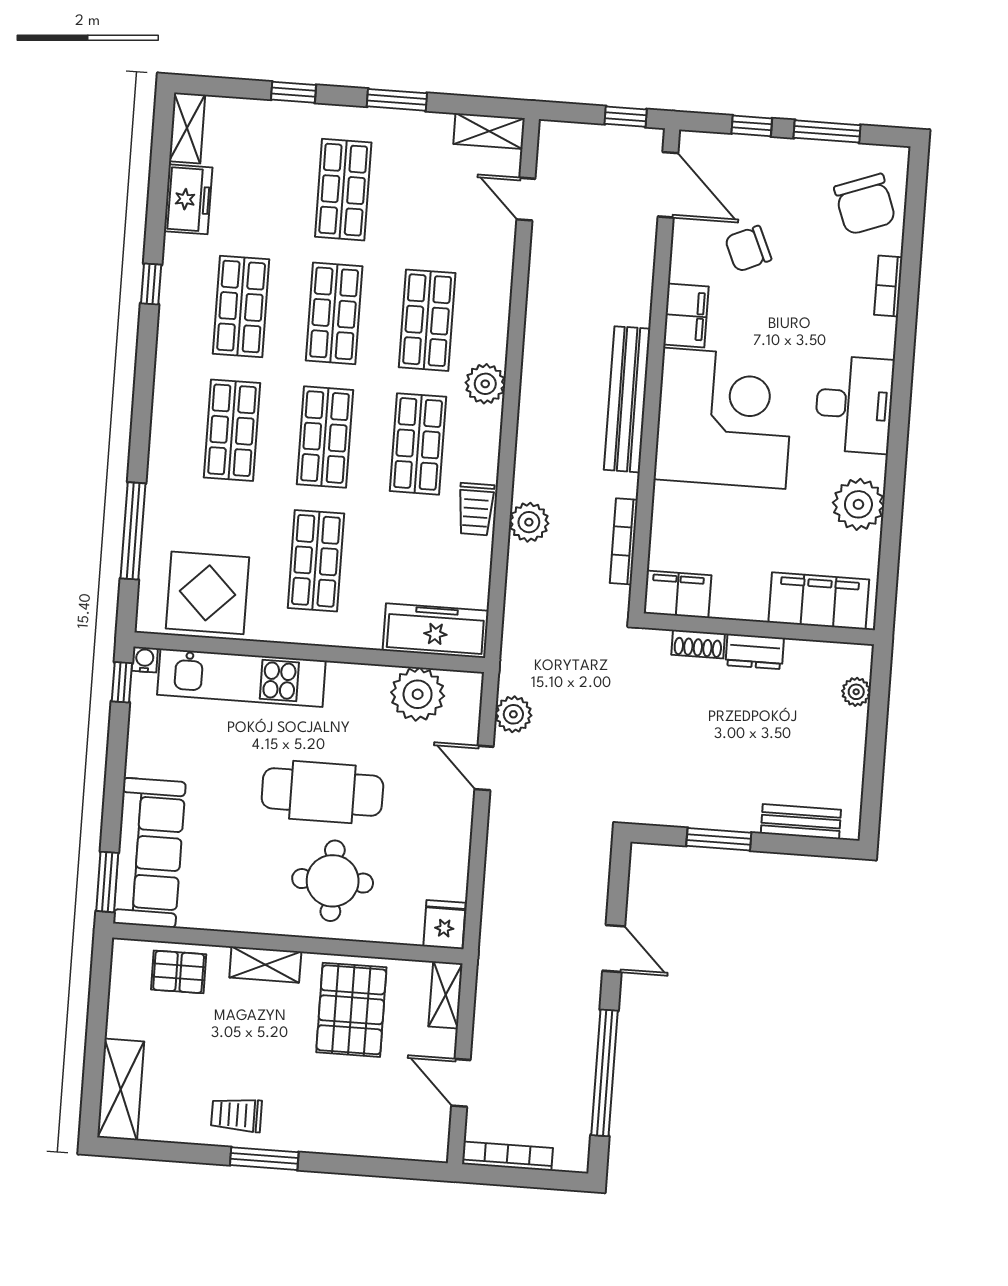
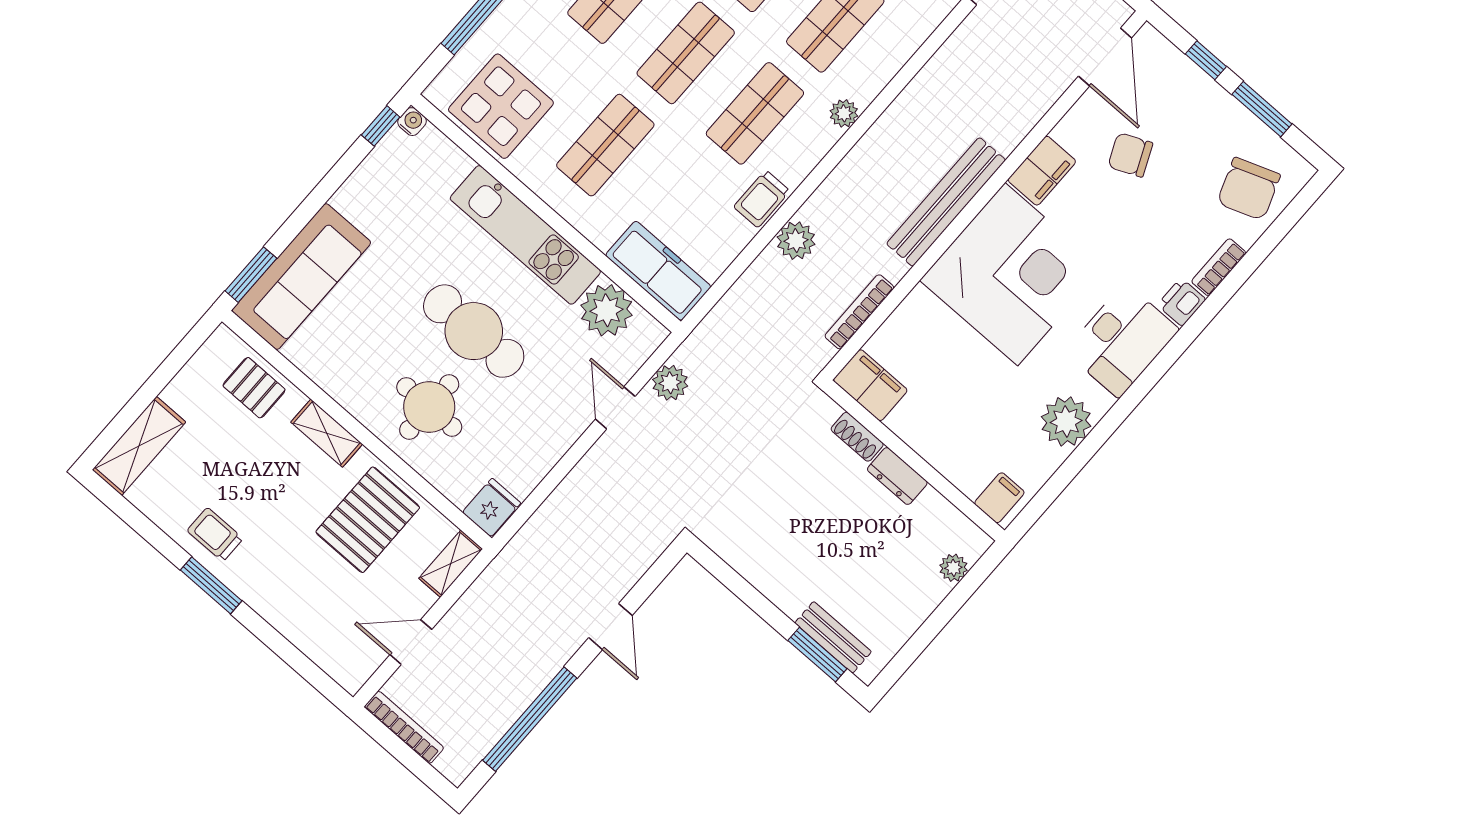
printer: (879, 337) -> (1182, 302), added
plant: (485, 384) -> (844, 113), width x0.73, depth x0.73
filing cabinet: (819, 601) -> (999, 498), width x0.33, depth x0.86
kitchen unit: (241, 678) -> (525, 235), moved
window: (719, 839) -> (817, 655), moved
door: (461, 1083) -> (411, 642), hinge flipped

